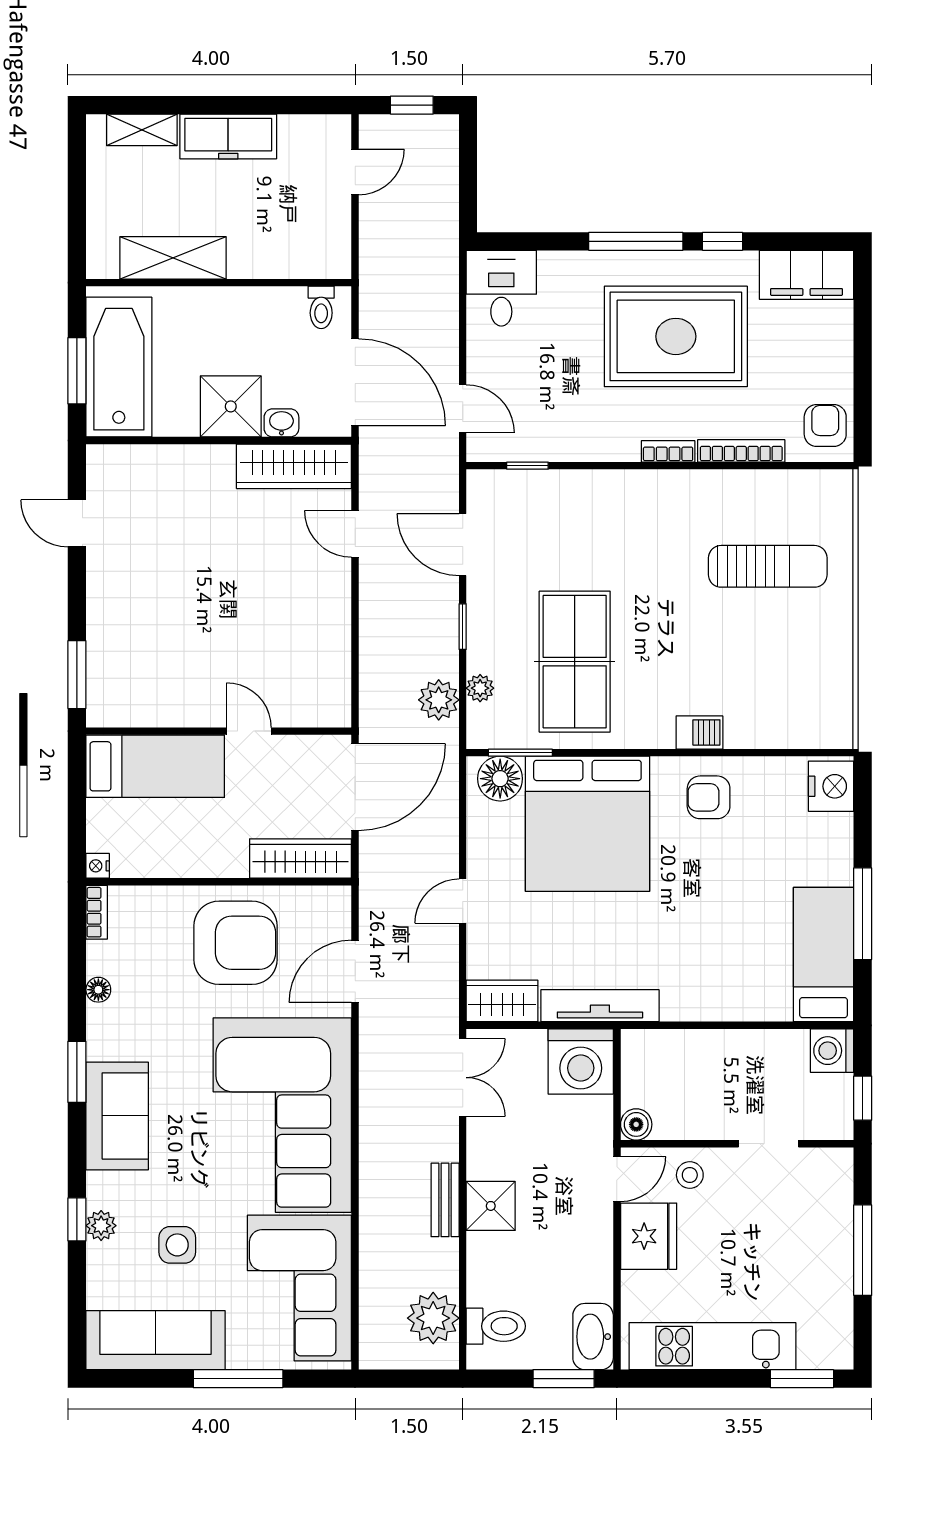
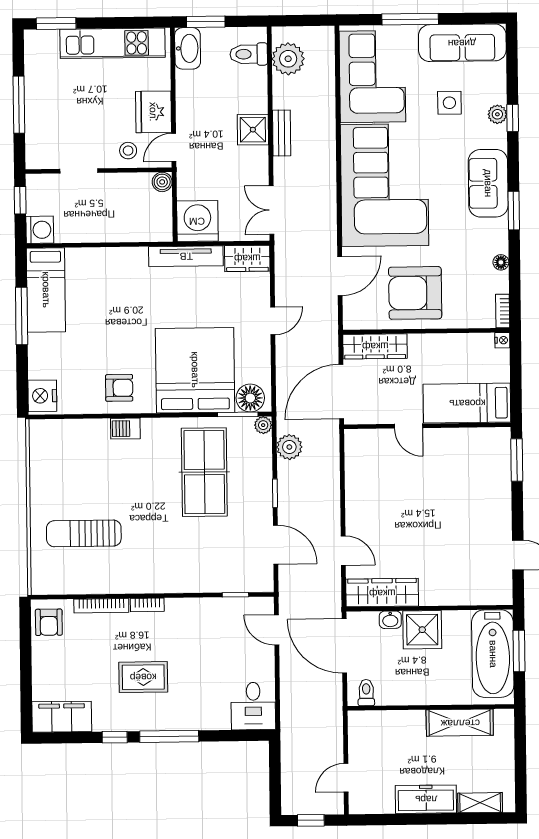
rug: (676, 336) -> (143, 677), width x0.54, depth x0.49
plant: (480, 688) -> (263, 425), moved

